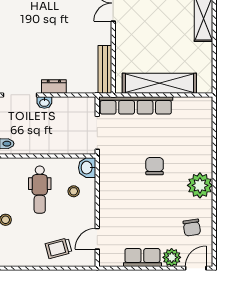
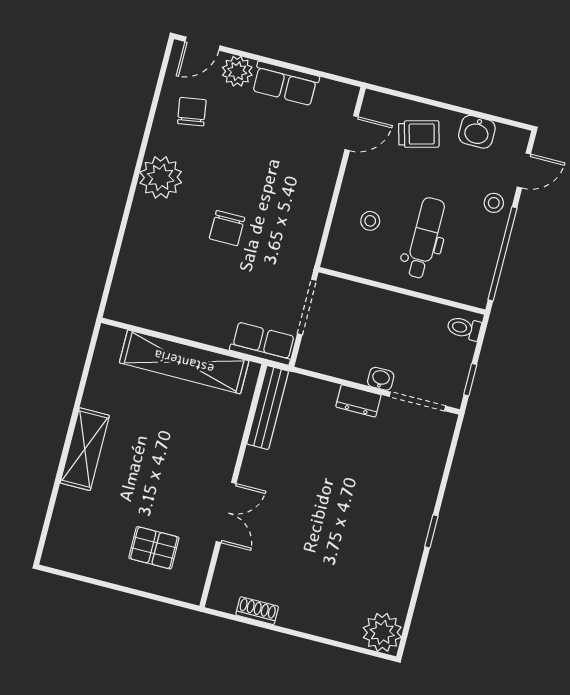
row of seats: (136, 105) -> (263, 343), width x0.50
washbasin: (87, 168) -> (477, 132), moved, turned 90

